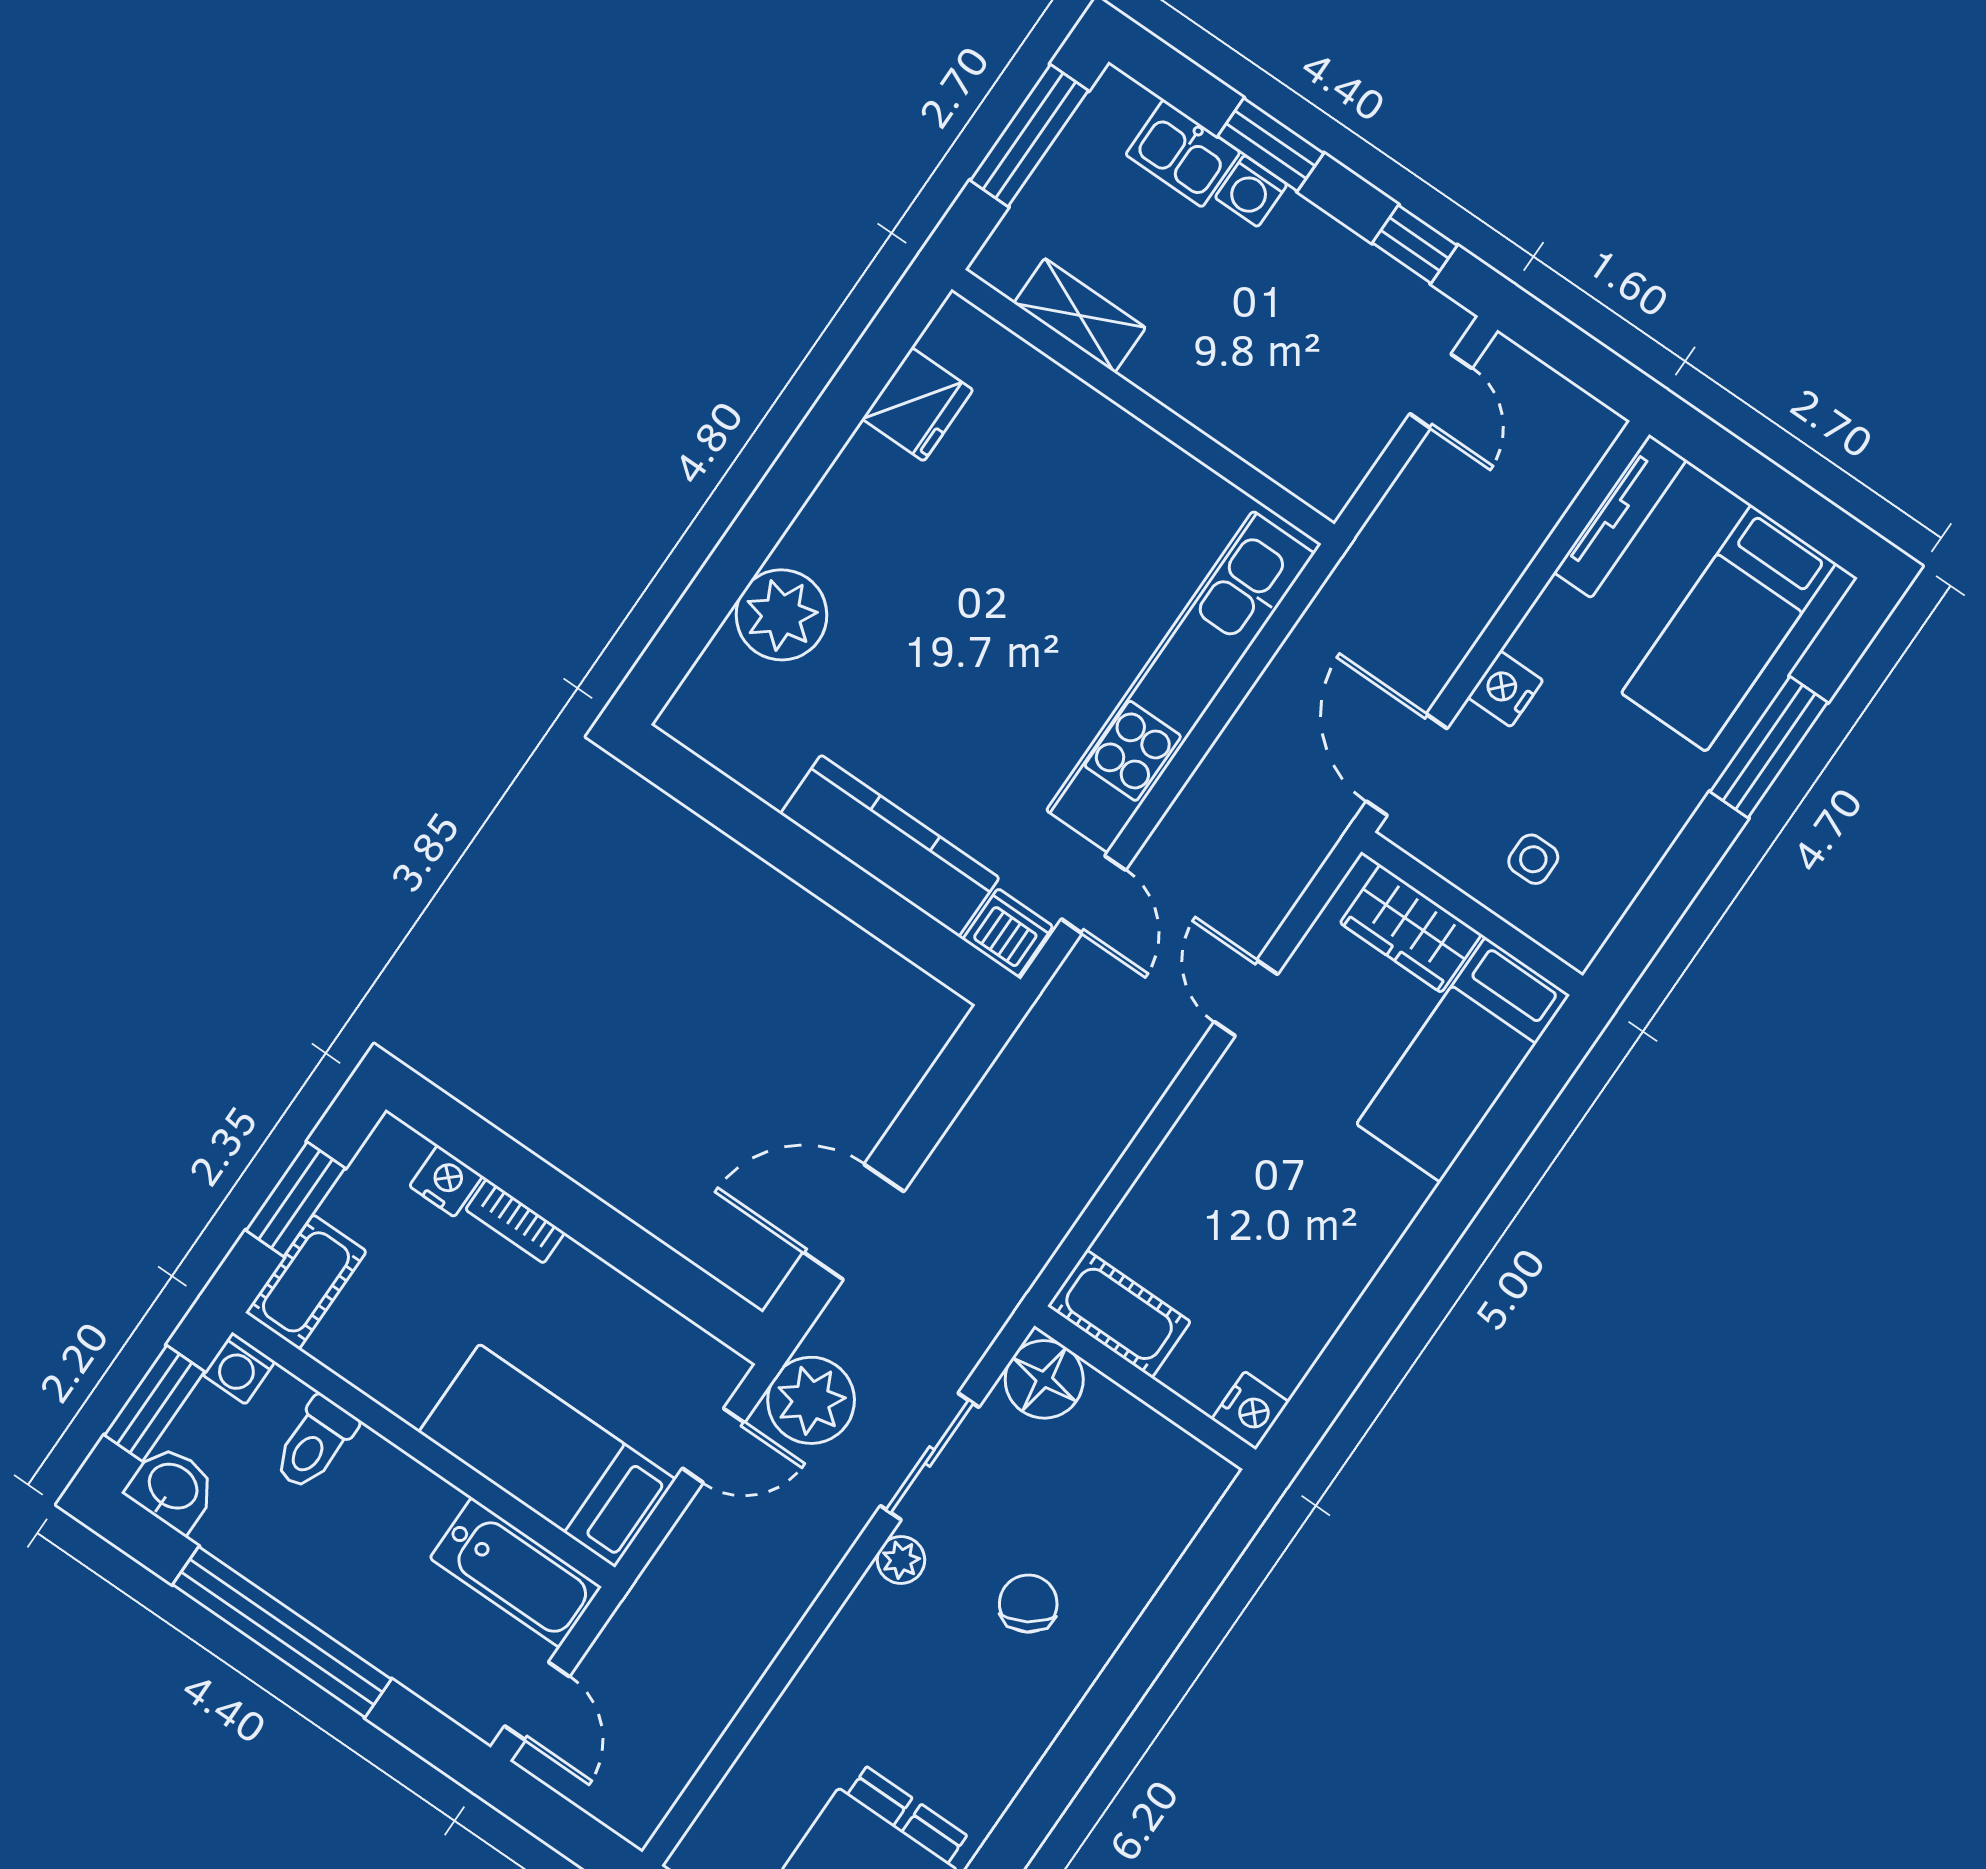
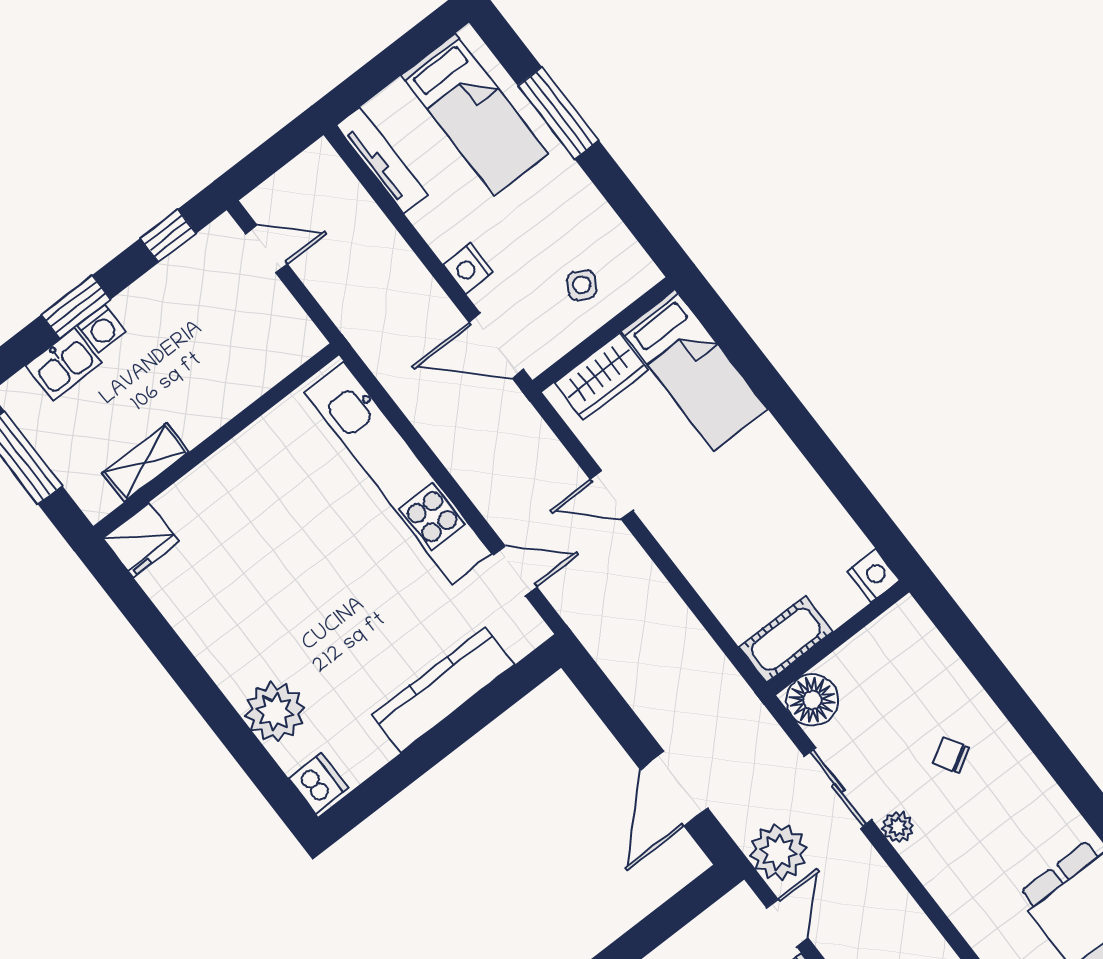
fridge: (918, 404) -> (141, 540), moved, turned 90
side table: (1533, 859) -> (582, 285), turned 30
dishwasher: (1008, 933) -> (318, 783), moved, turned 90
chair: (1028, 1604) -> (951, 755), width x0.73, depth x0.73

